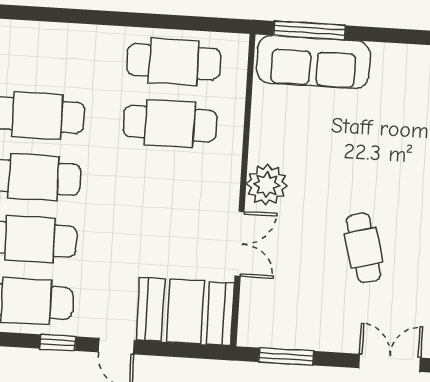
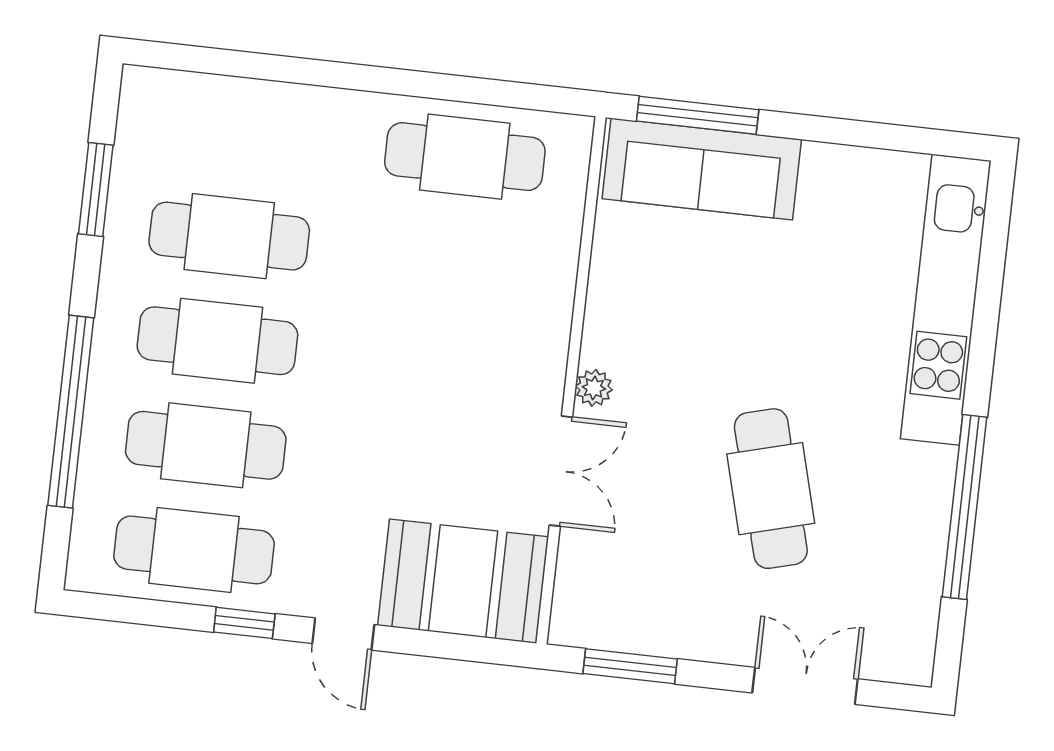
cafe table: (170, 124) -> (453, 261), removed
plant: (267, 185) -> (594, 388), width x0.53, depth x0.53
cafe table: (364, 248) -> (771, 489), width x1.37, depth x1.35

